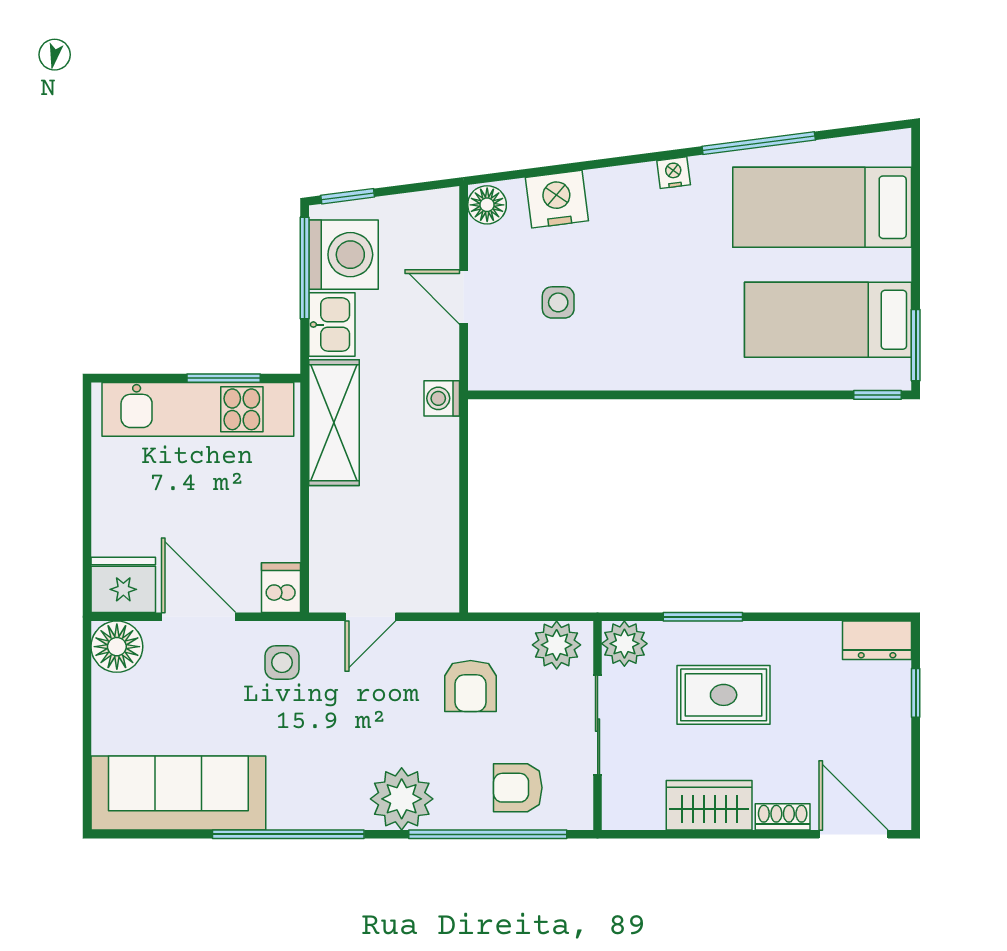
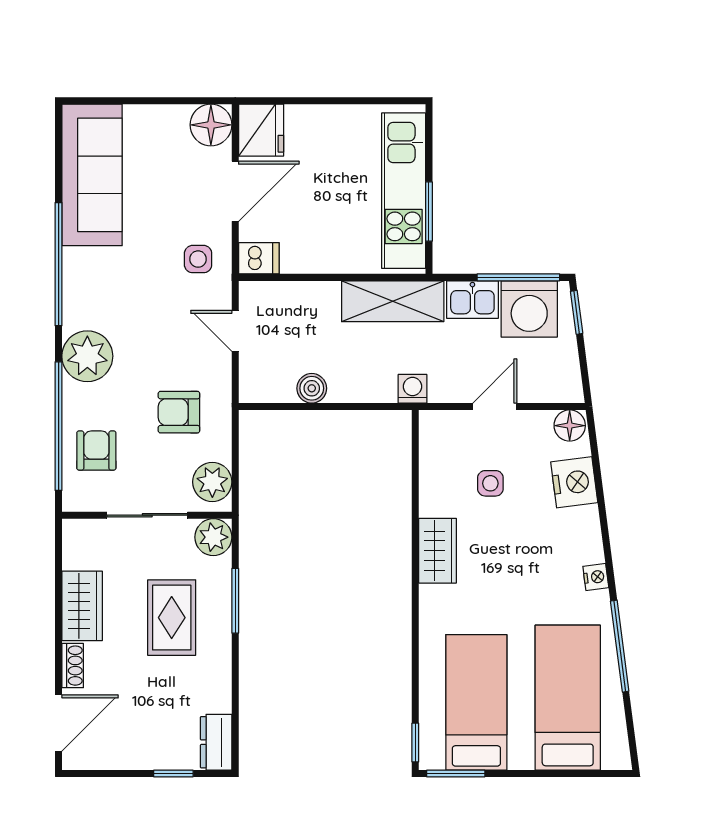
wardrobe: (641, 368) -> (438, 551), added
boiler: (441, 522) -> (312, 388), added

